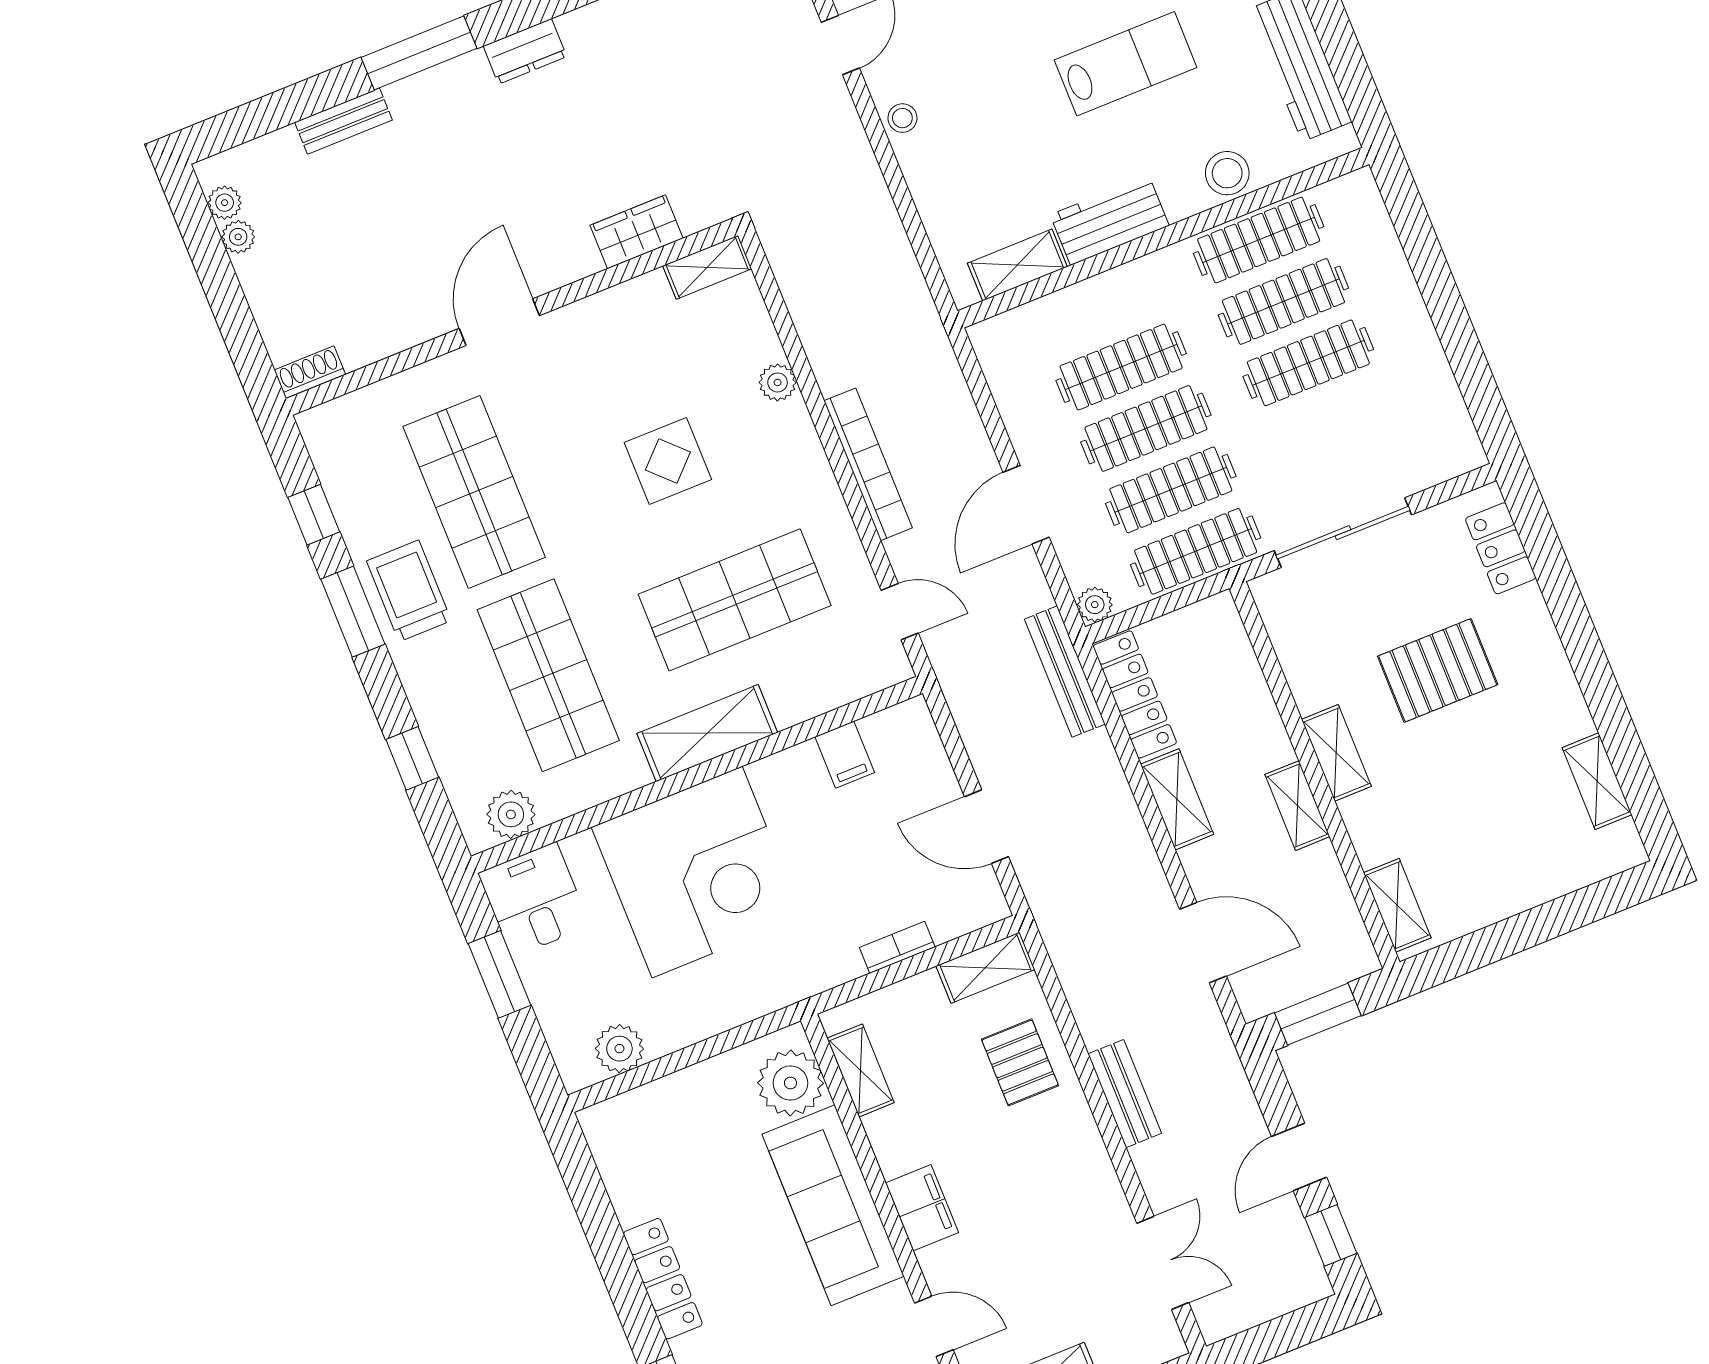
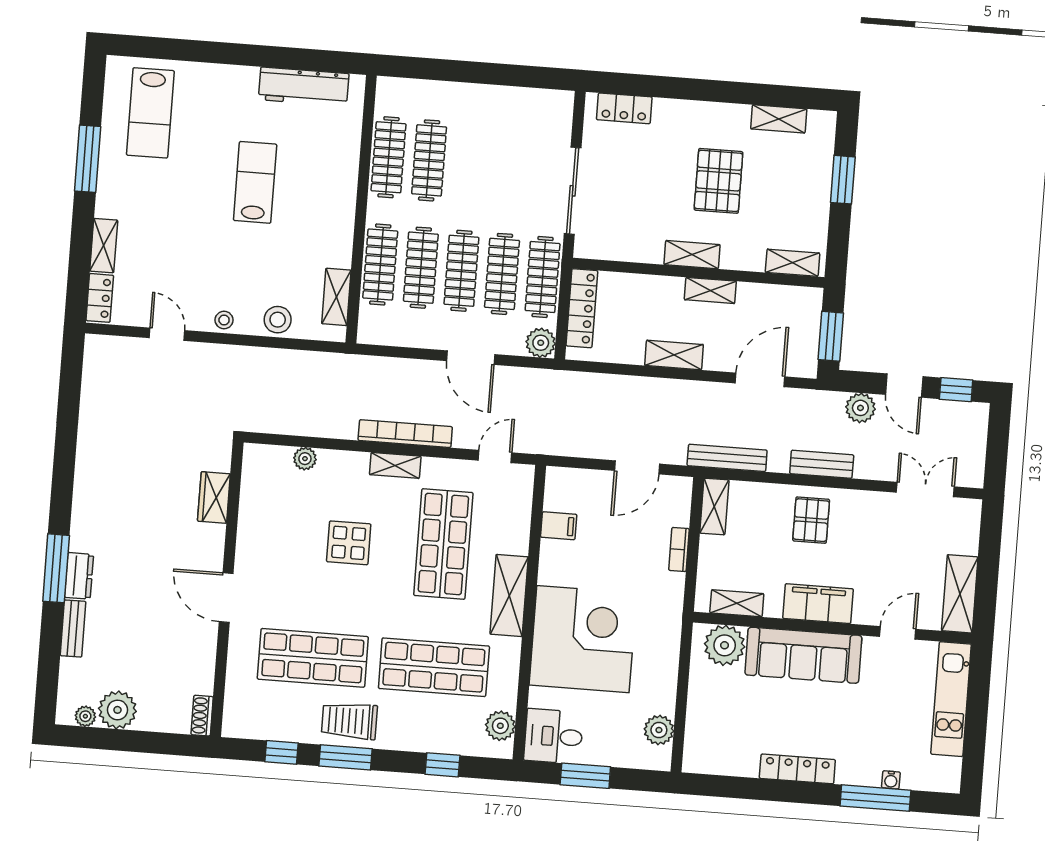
dresser: (525, 51) -> (79, 576), moved
stool: (1227, 173) -> (278, 320), moved
workbench: (1110, 220) -> (337, 234), removed
plant: (238, 237) -> (117, 710), width x1.87, depth x1.87
shelving: (707, 267) -> (395, 465), moved, turned 90
clothes rail: (1308, 363) -> (380, 265), moved
plant: (778, 382) -> (305, 459), moved
plant: (1095, 605) -> (541, 343), width x1.38, depth x1.38
pallet: (1438, 670) -> (718, 181), moved
bench: (1065, 672) -> (727, 458), moved
locker: (1135, 694) -> (582, 308), moved, turned 90
window: (1555, 918) -> (843, 180), added
pallet: (1020, 1062) -> (811, 520), moved, turned 90
plant: (1235, 1109) -> (860, 408), added
filing cabinet: (922, 1208) -> (818, 604), width x1.50, depth x1.17

